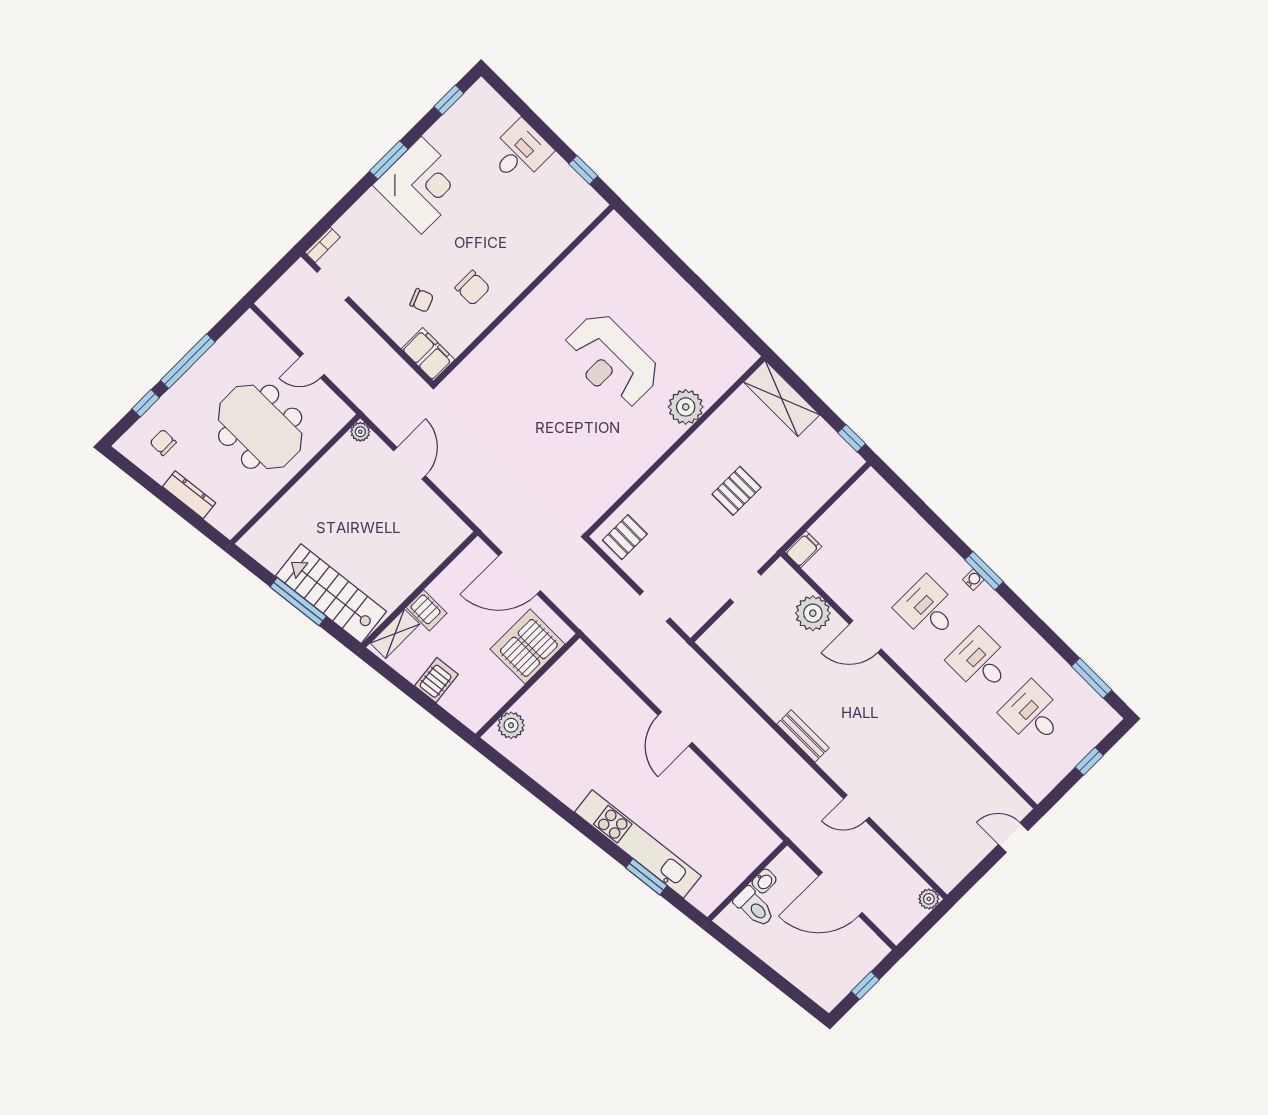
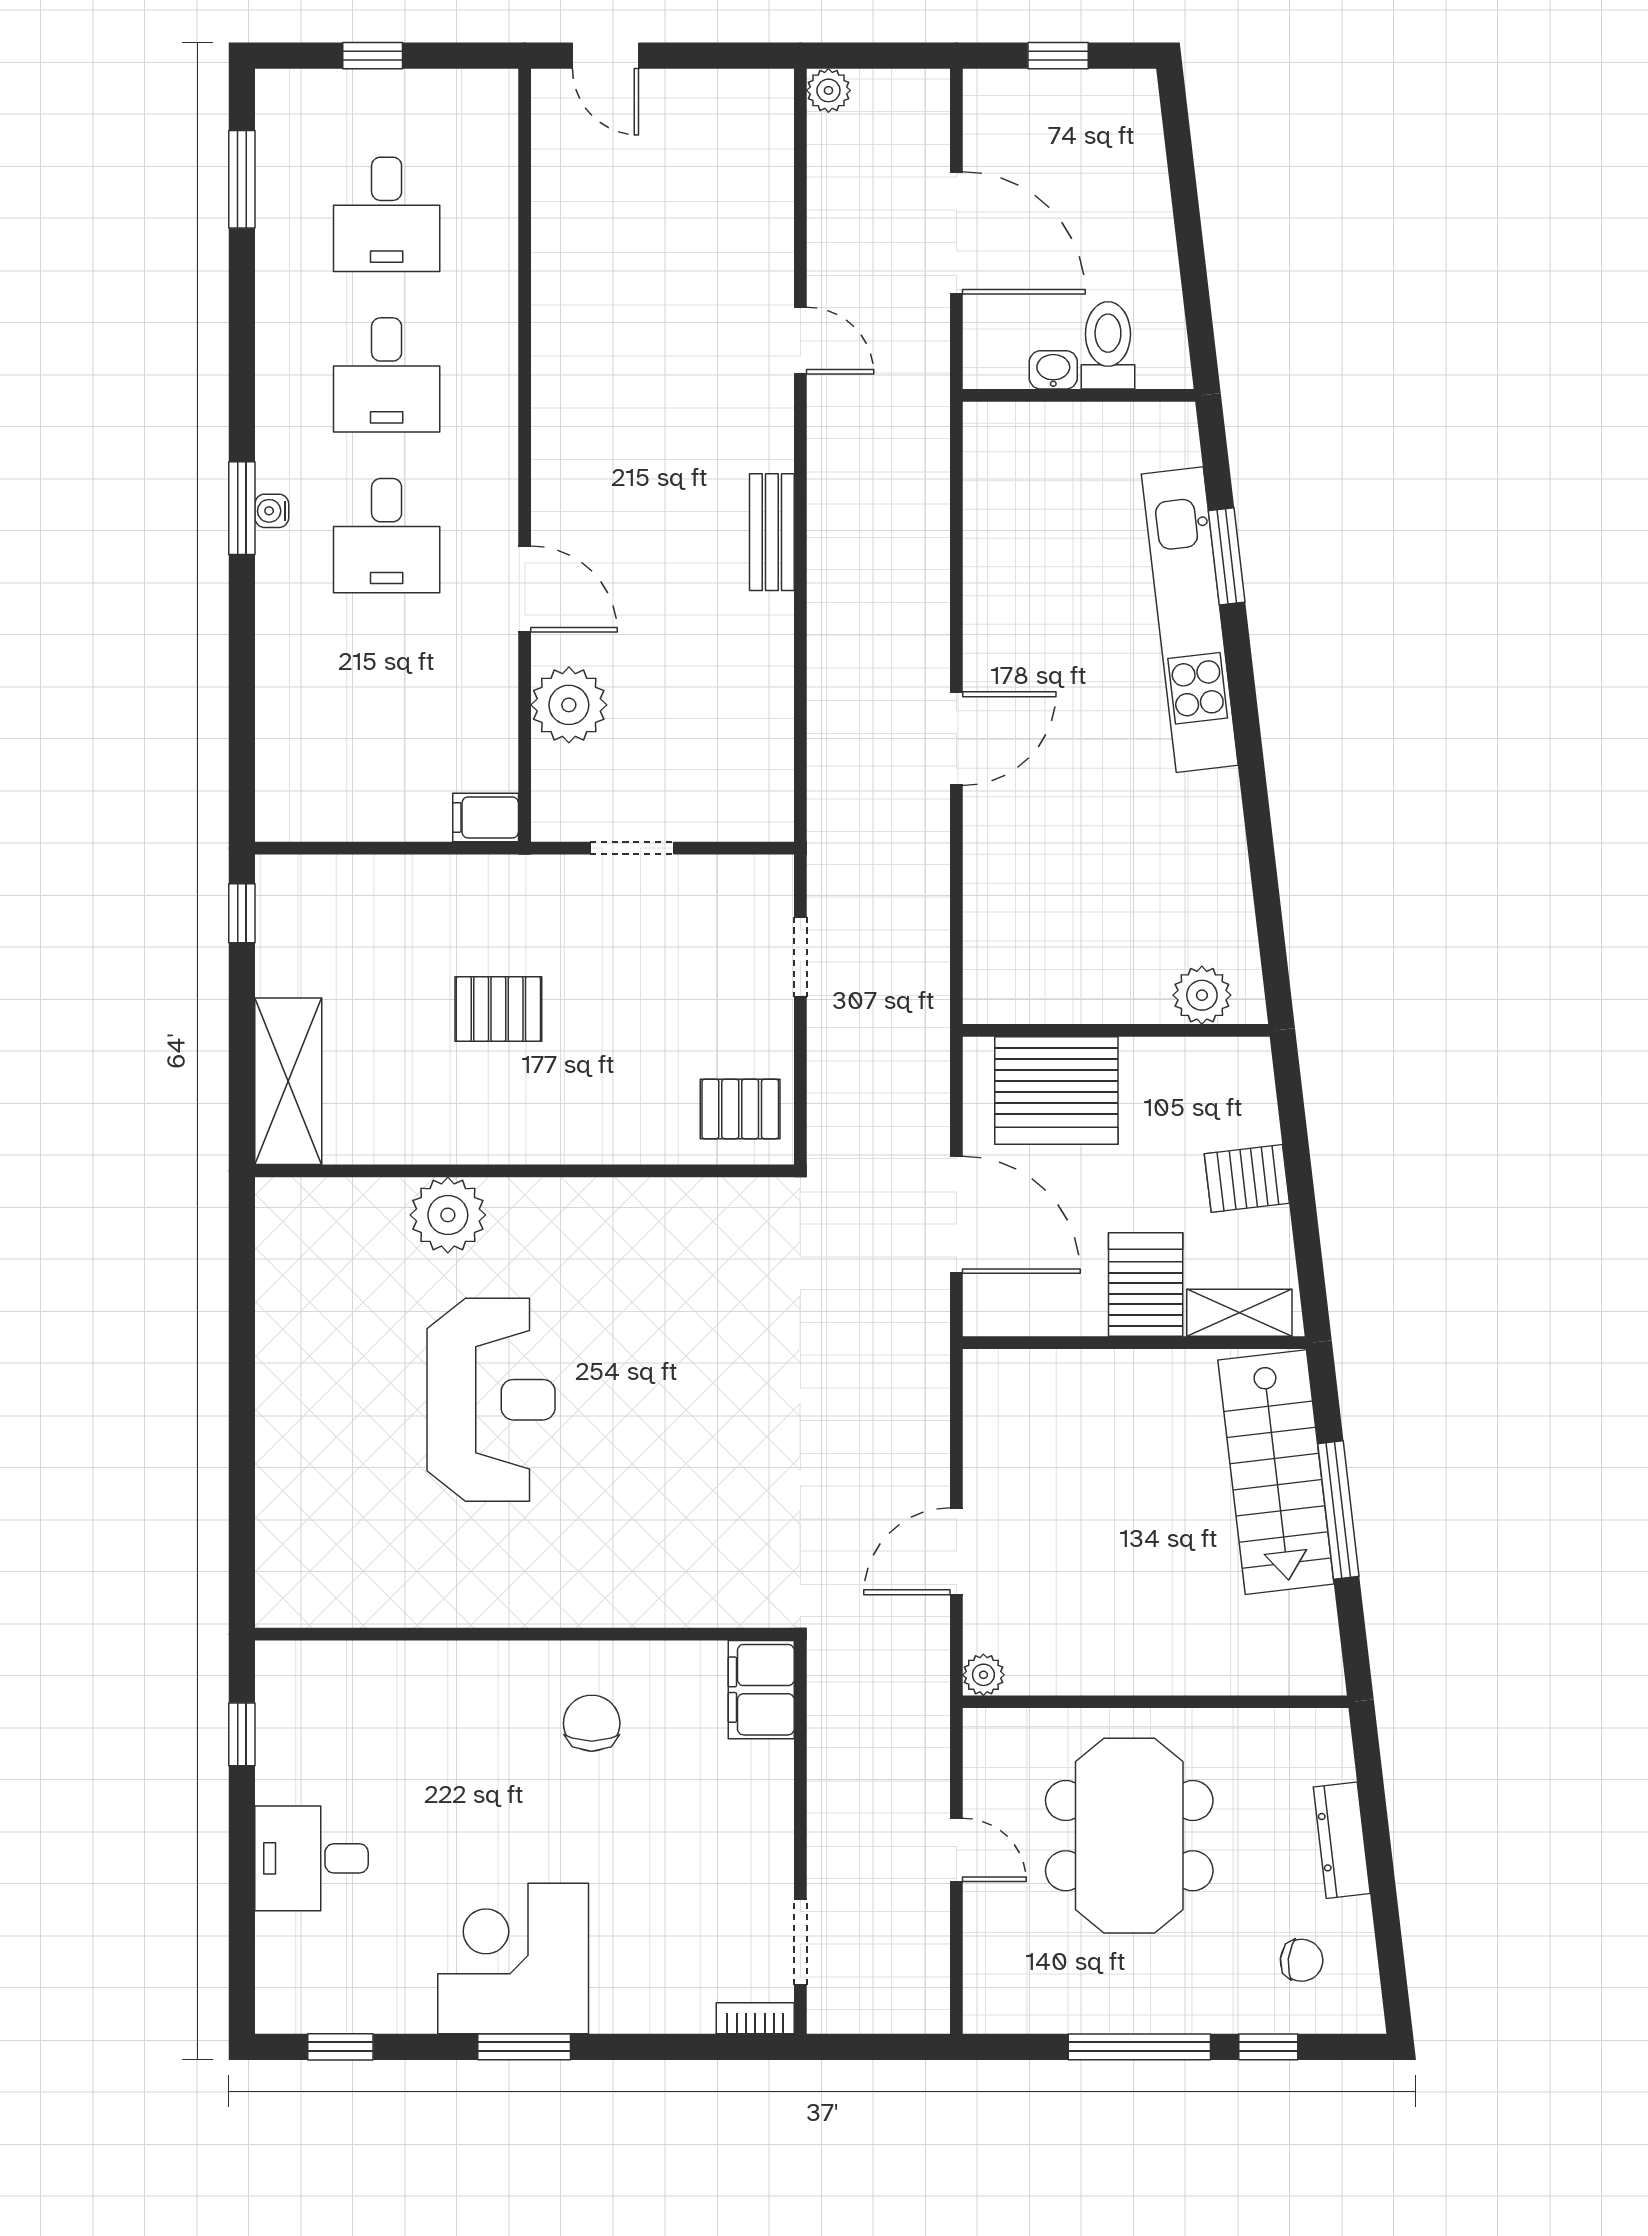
chair: (422, 300) -> (689, 1782), removed
chair: (163, 442) -> (1302, 1960), turned -84
server rack: (426, 610) -> (1146, 1285), width x1.36, depth x1.44

